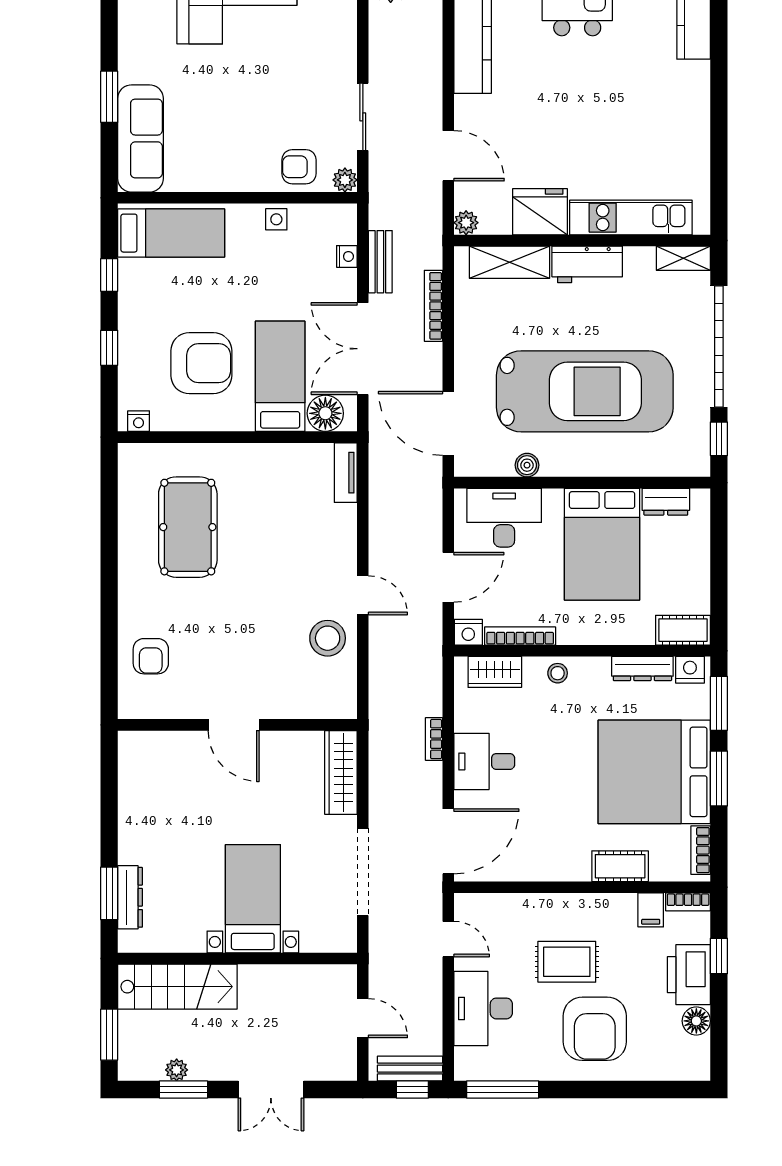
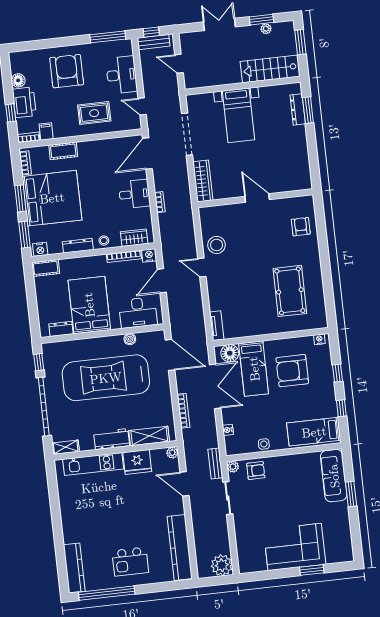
bench: (380, 262) -> (215, 464), moved
dresser: (642, 669) -> (78, 246), moved
rug: (567, 962) -> (94, 113), moved

